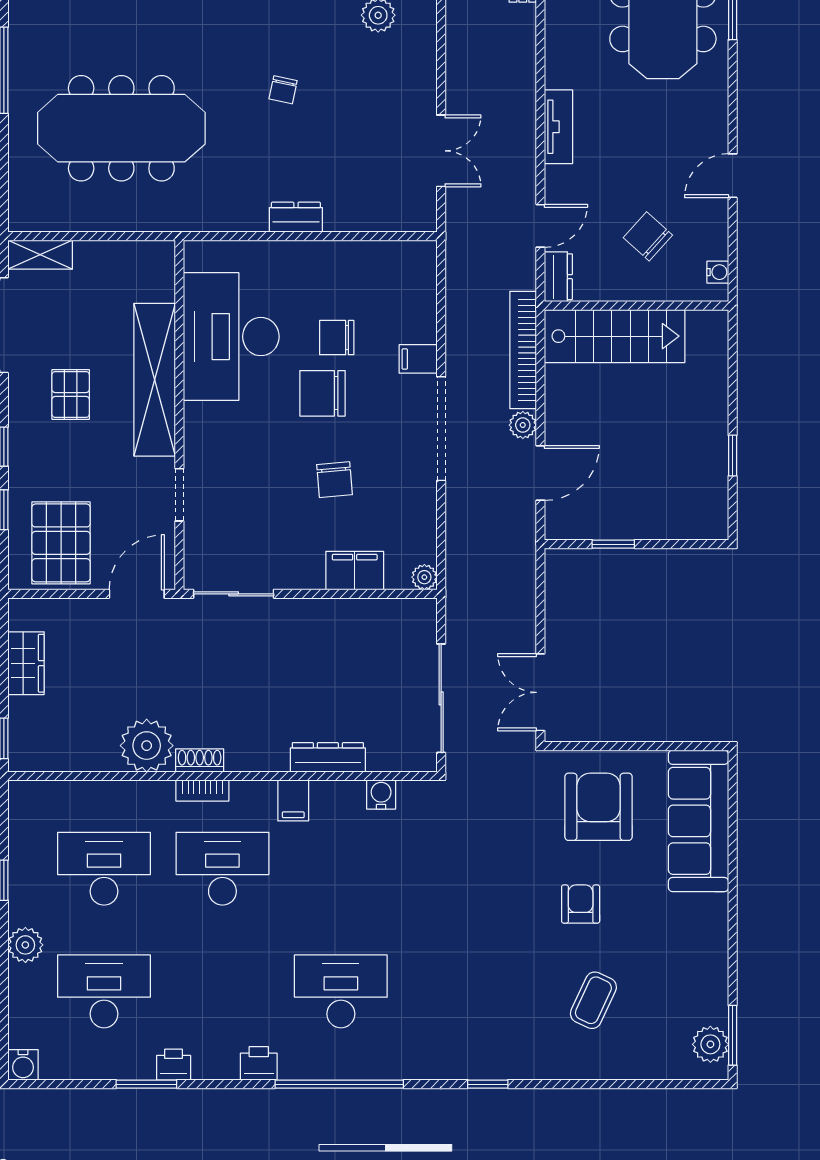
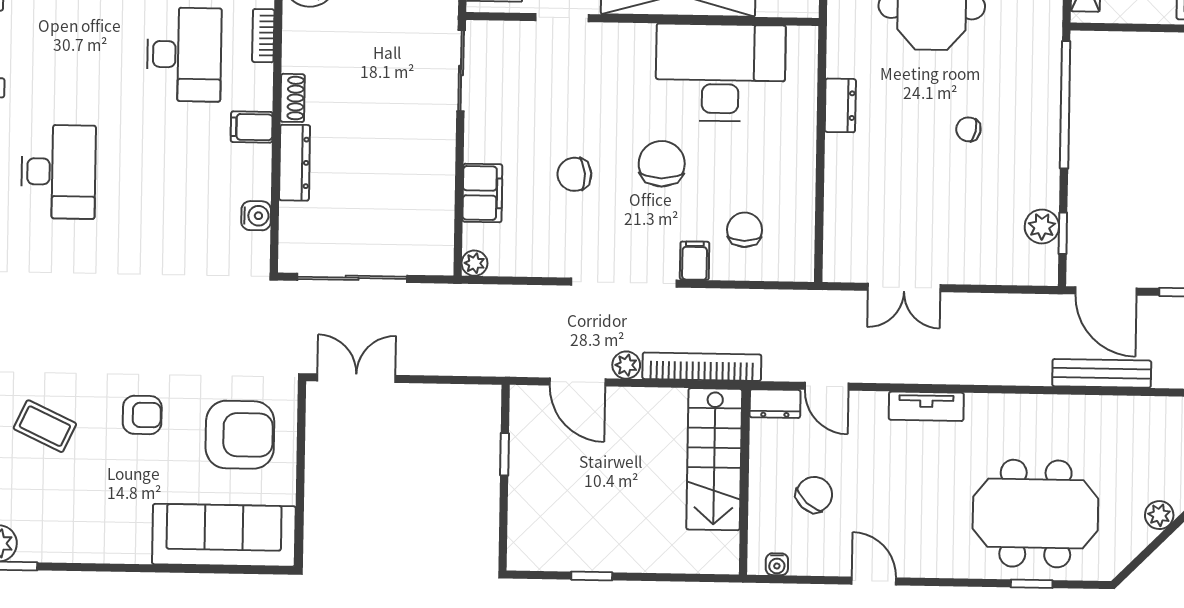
dresser: (296, 217) -> (840, 105), moved
chair: (337, 338) -> (745, 230), moved
shoe rack: (200, 760) -> (293, 98), moved

